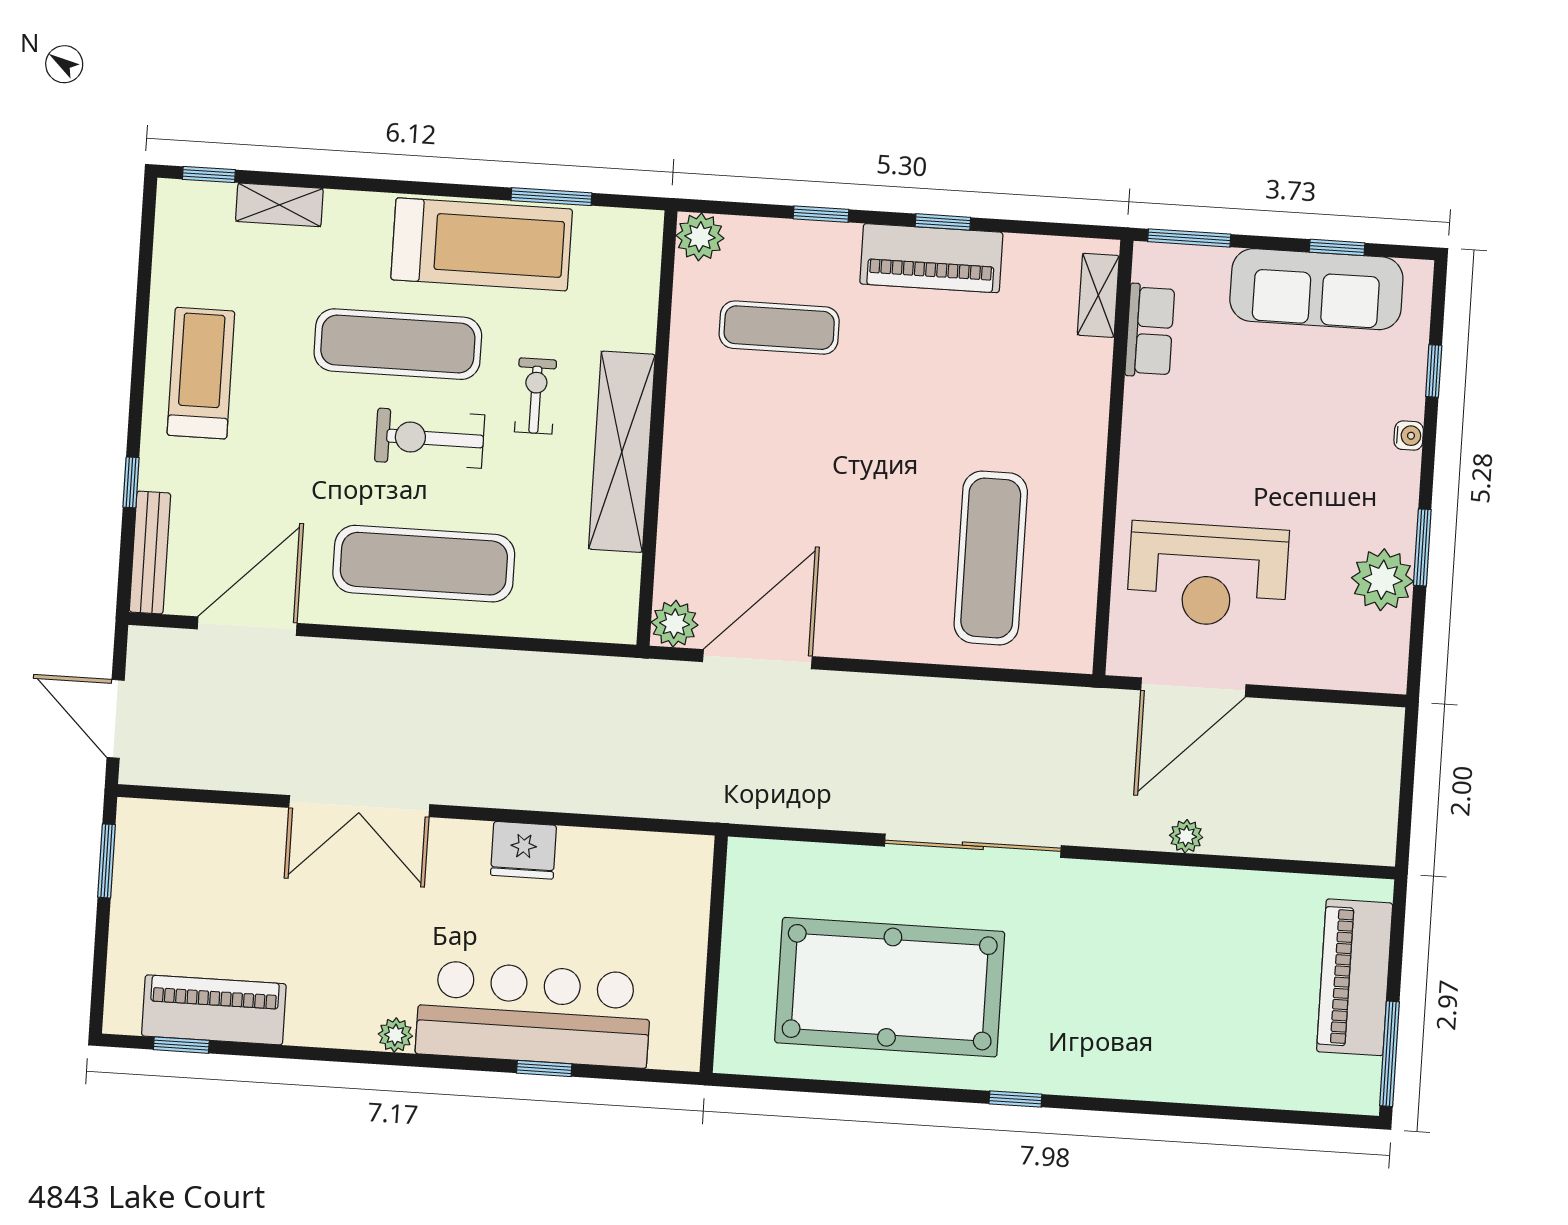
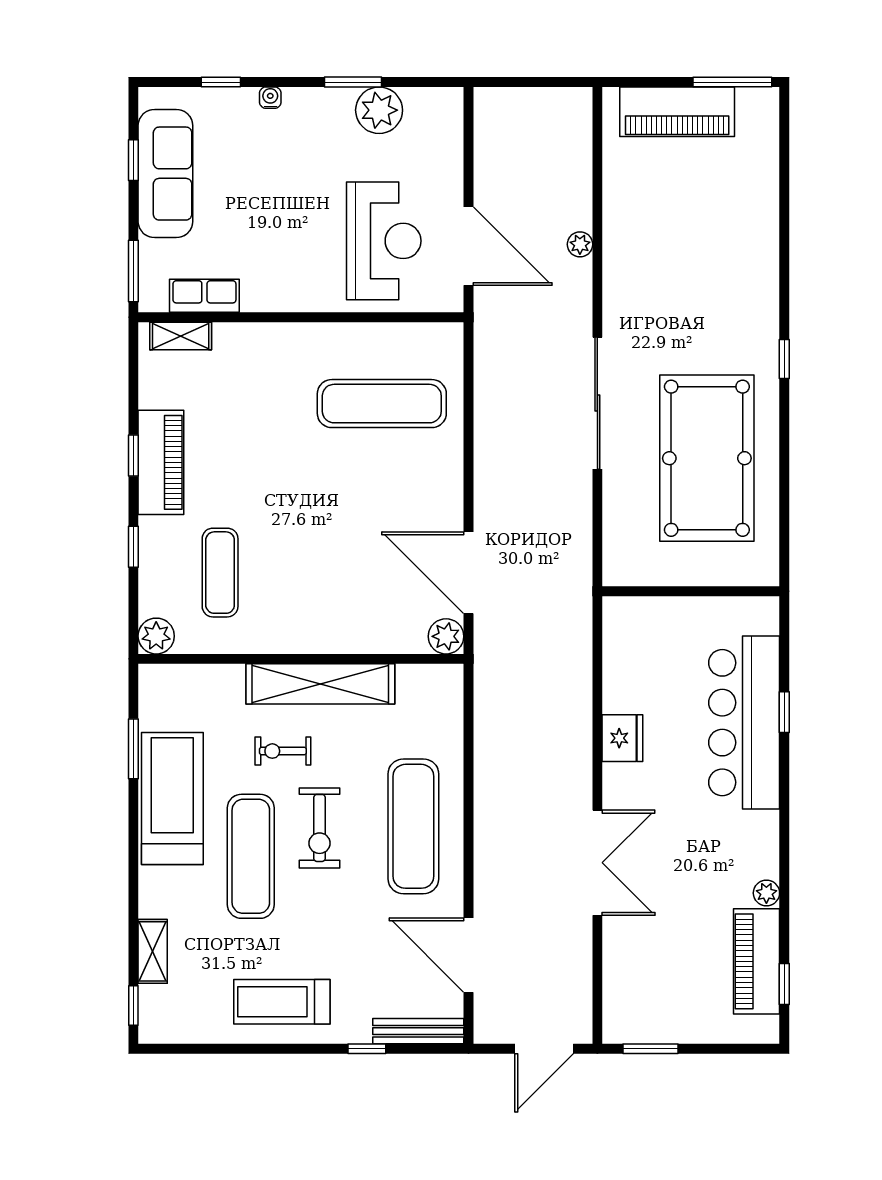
plant: (395, 1035) -> (766, 893), moved

